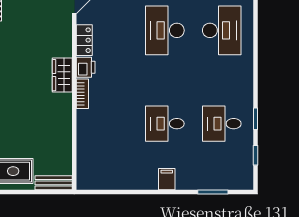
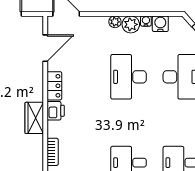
bookcase: (82, 94) -> (53, 152), moved

